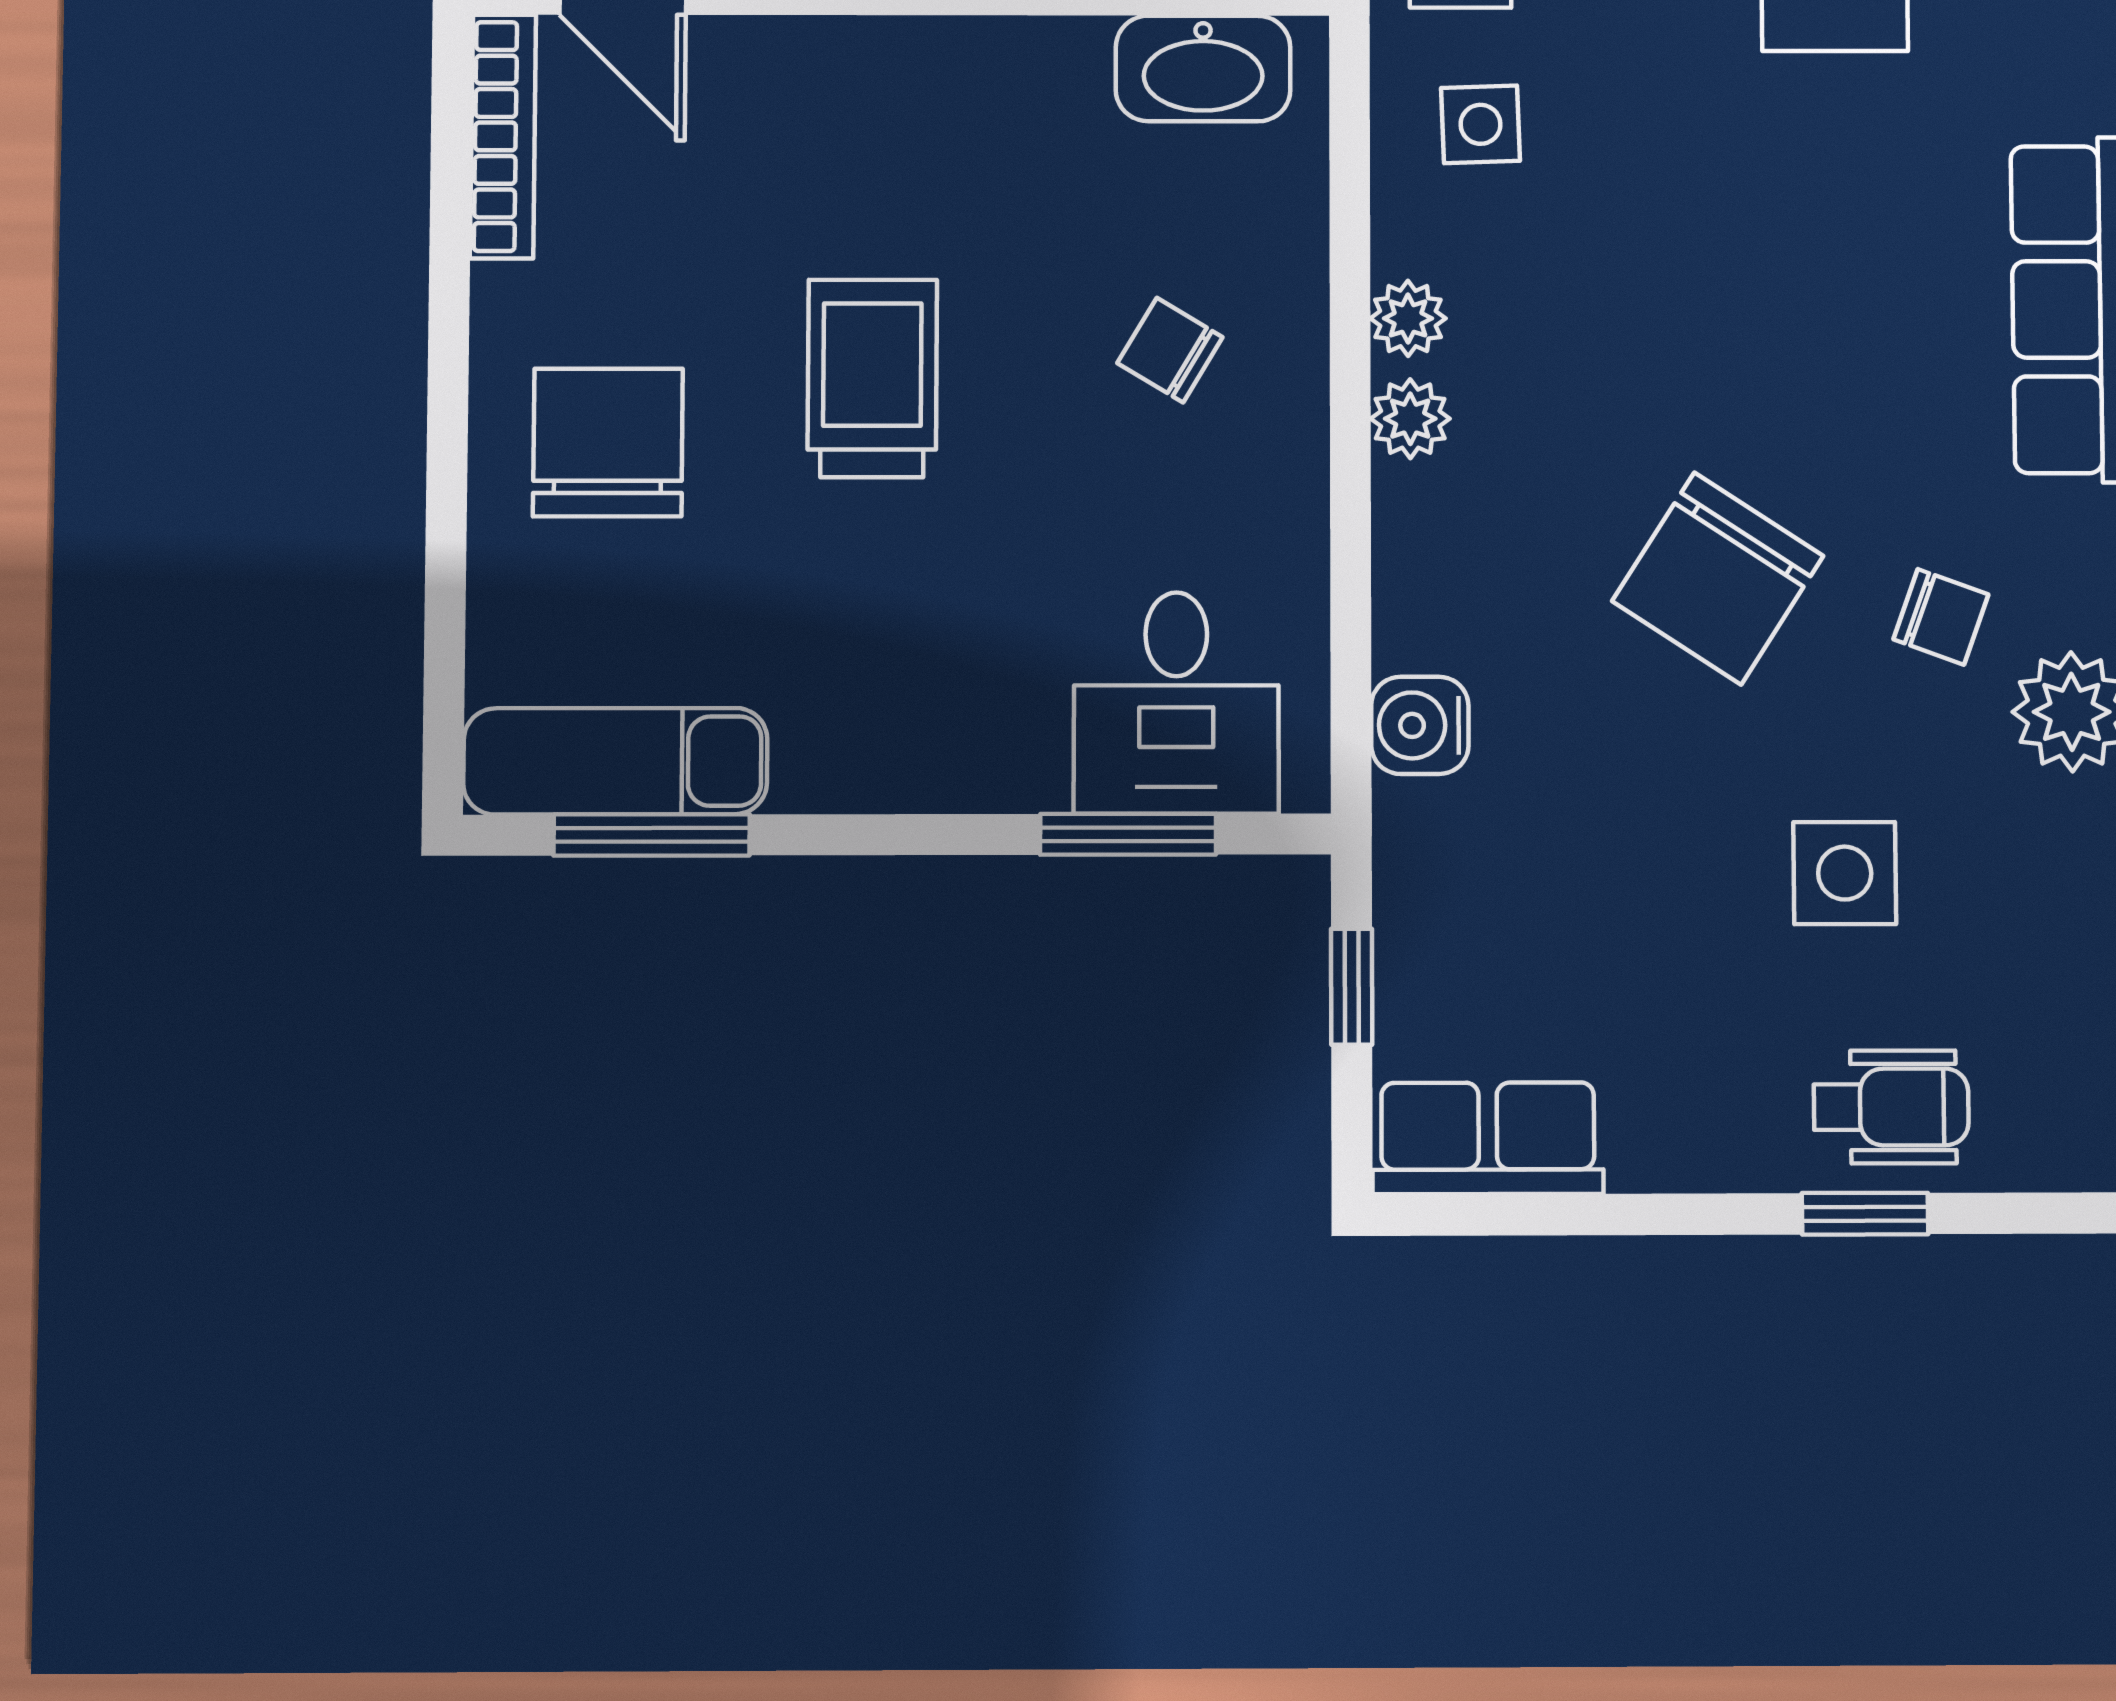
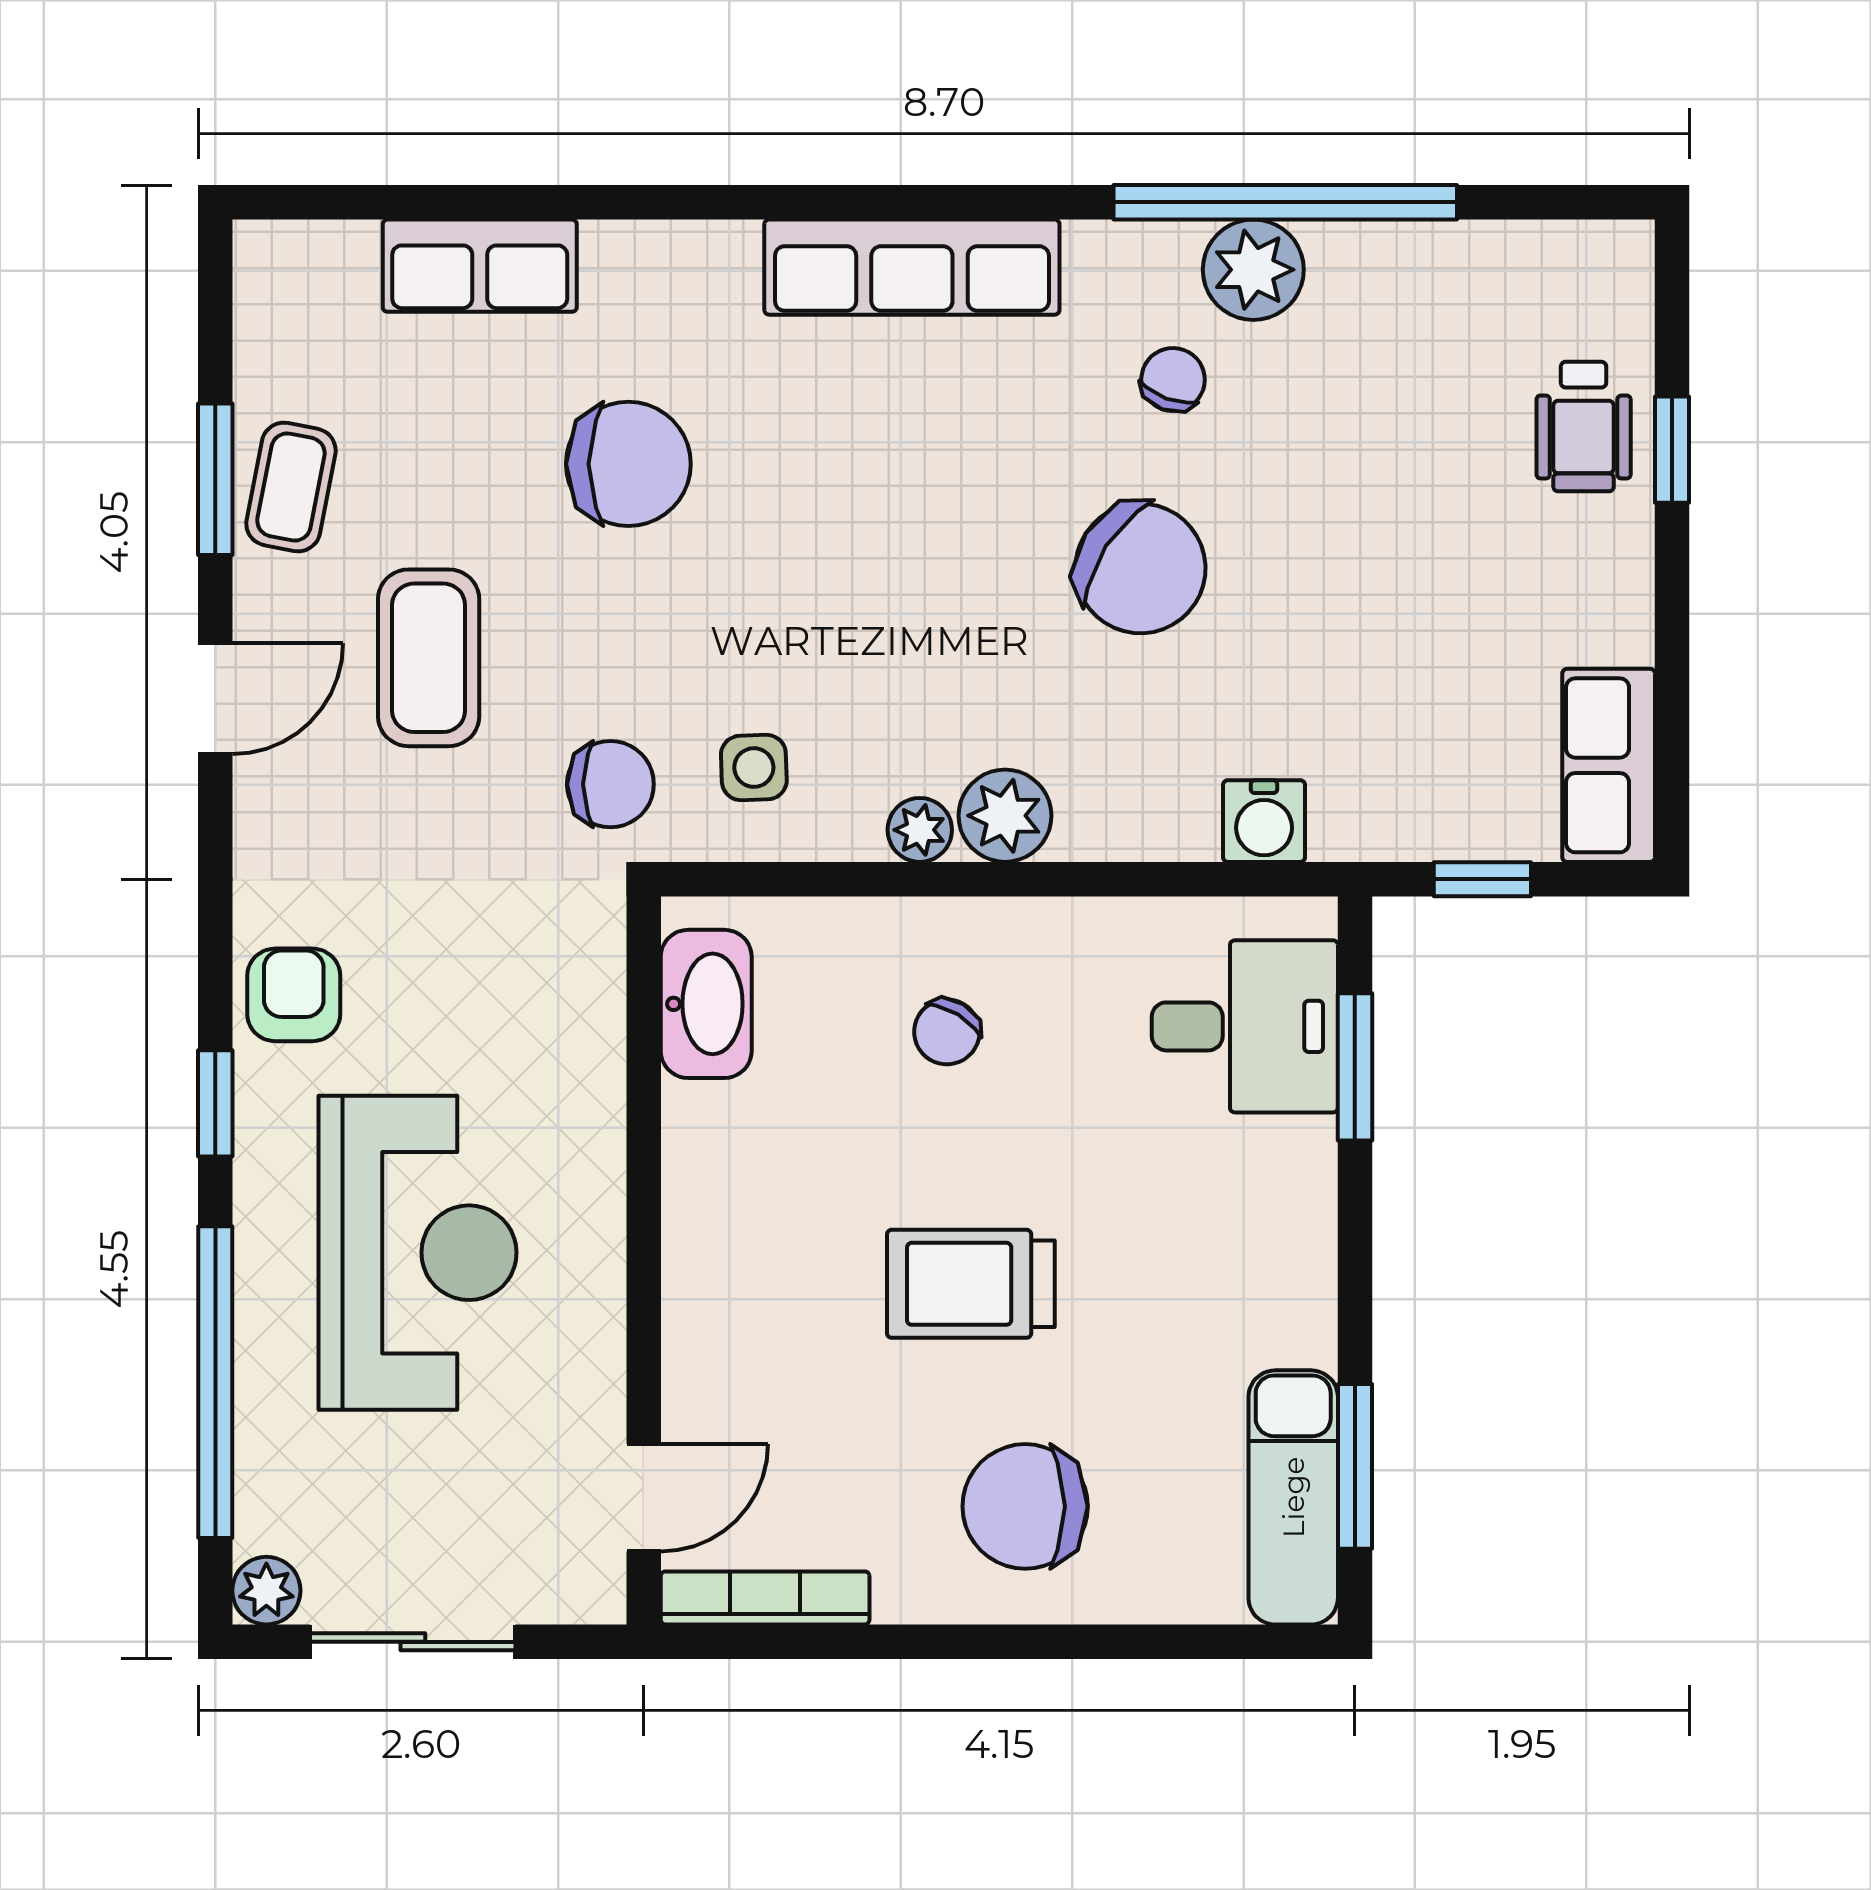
plant: (1410, 419) -> (1005, 816), width x1.38, depth x1.38
side table: (1845, 873) -> (1388, 463), removed
wheelchair: (1891, 1107) -> (1584, 427), turned 180

